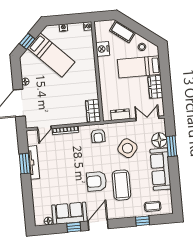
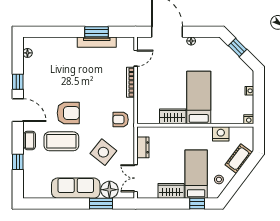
bed: (51, 55) -> (199, 98), moved, turned 135
window: (164, 64) -> (197, 203), added
wardrobe: (93, 111) -> (173, 116), moved
double door: (147, 118) -> (136, 178), swing flipped
door: (44, 128) -> (136, 58), swing flipped
armchair: (97, 181) -> (68, 113), turned 90
coffee table: (153, 206) -> (30, 140), moved
sofa: (70, 213) -> (34, 78), removed

